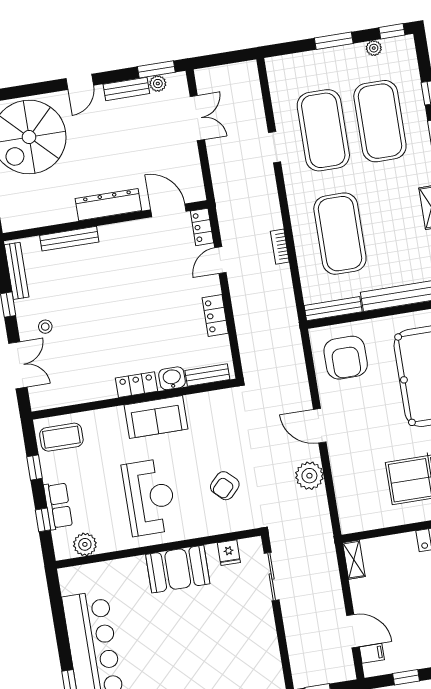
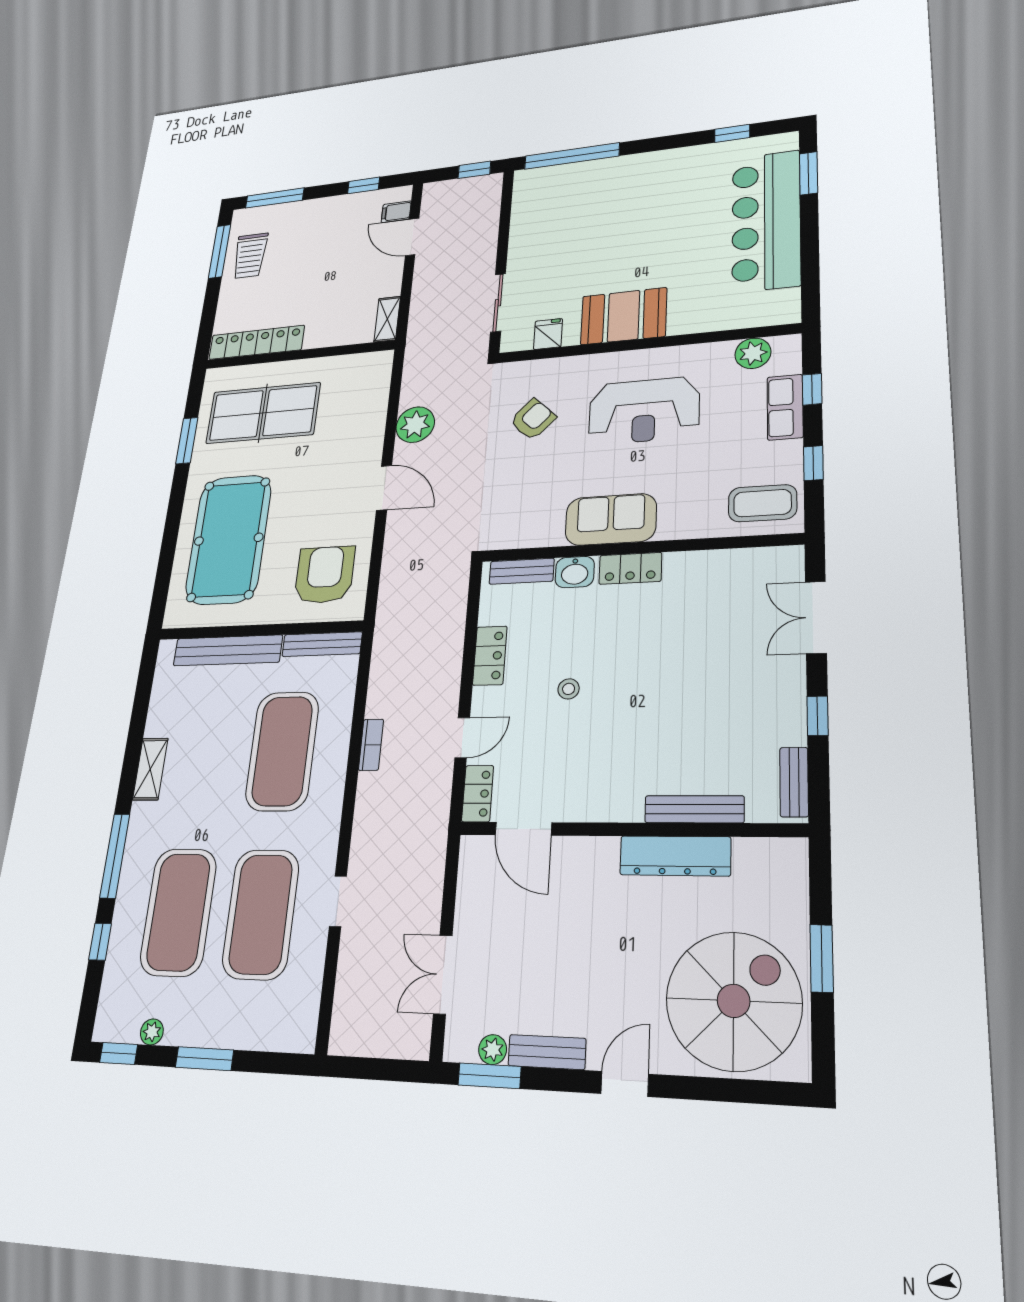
dresser: (108, 205) -> (675, 856), moved
bench: (17, 271) -> (794, 782), width x0.73
stool: (45, 327) -> (569, 689), moved
reception desk: (150, 497) -> (644, 411), turned -90

